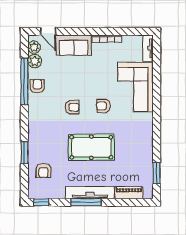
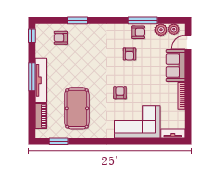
window: (24, 81) -> (143, 20), width x0.68
armchair: (72, 107) -> (129, 54), moved
pool table: (91, 147) -> (77, 108), moved

